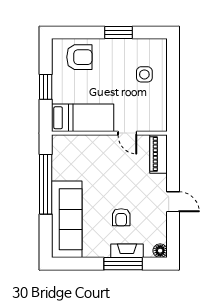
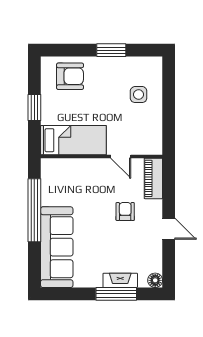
armchair: (121, 217) -> (125, 212), moved, turned 180

